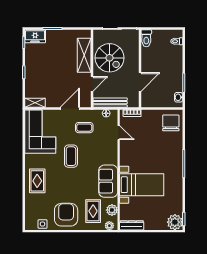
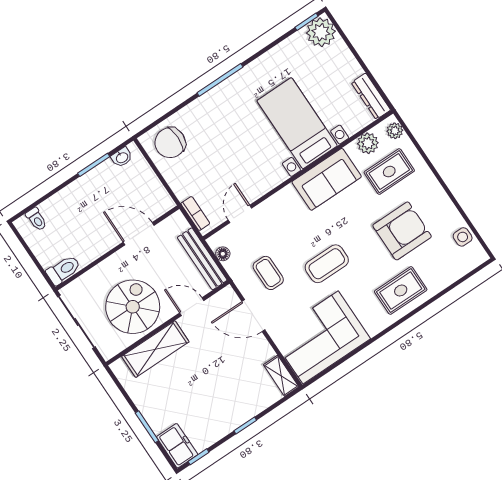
armchair: (66, 215) -> (402, 231), moved, turned 180

